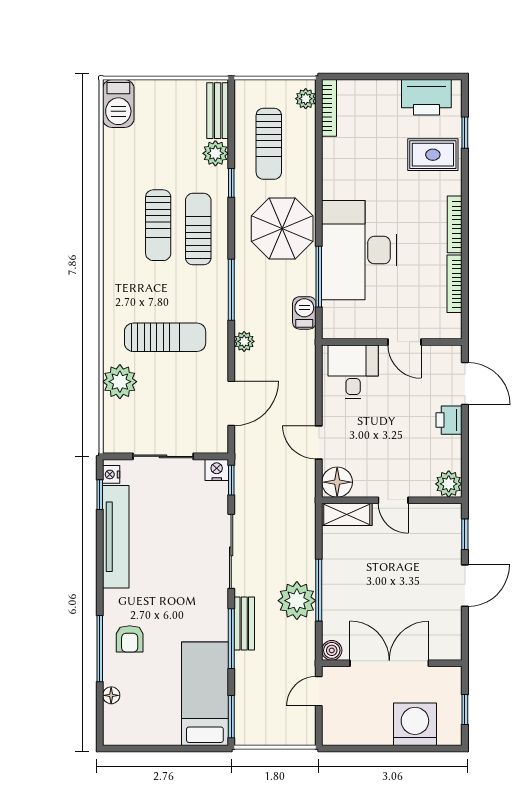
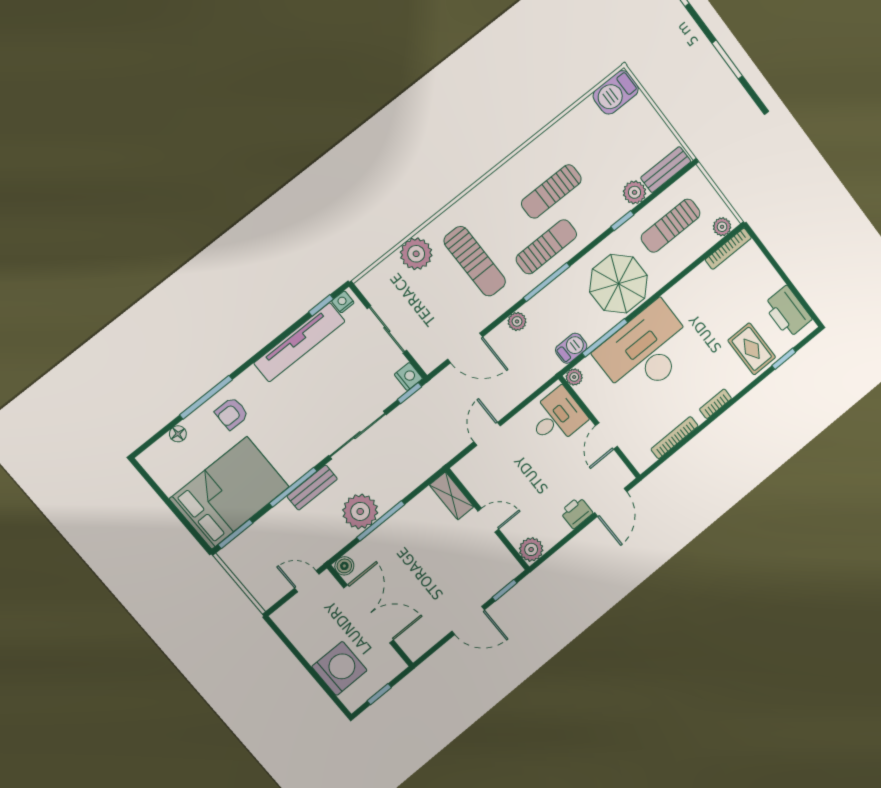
bookcase: (455, 224) -> (715, 404), width x0.64
sun lounger: (198, 229) -> (546, 247), moved
plant: (331, 330) -> (574, 377), added
floor lamp: (337, 482) -> (469, 470), removed
door: (393, 500) -> (488, 520), swing flipped
bed: (205, 694) -> (229, 493), width x1.50

